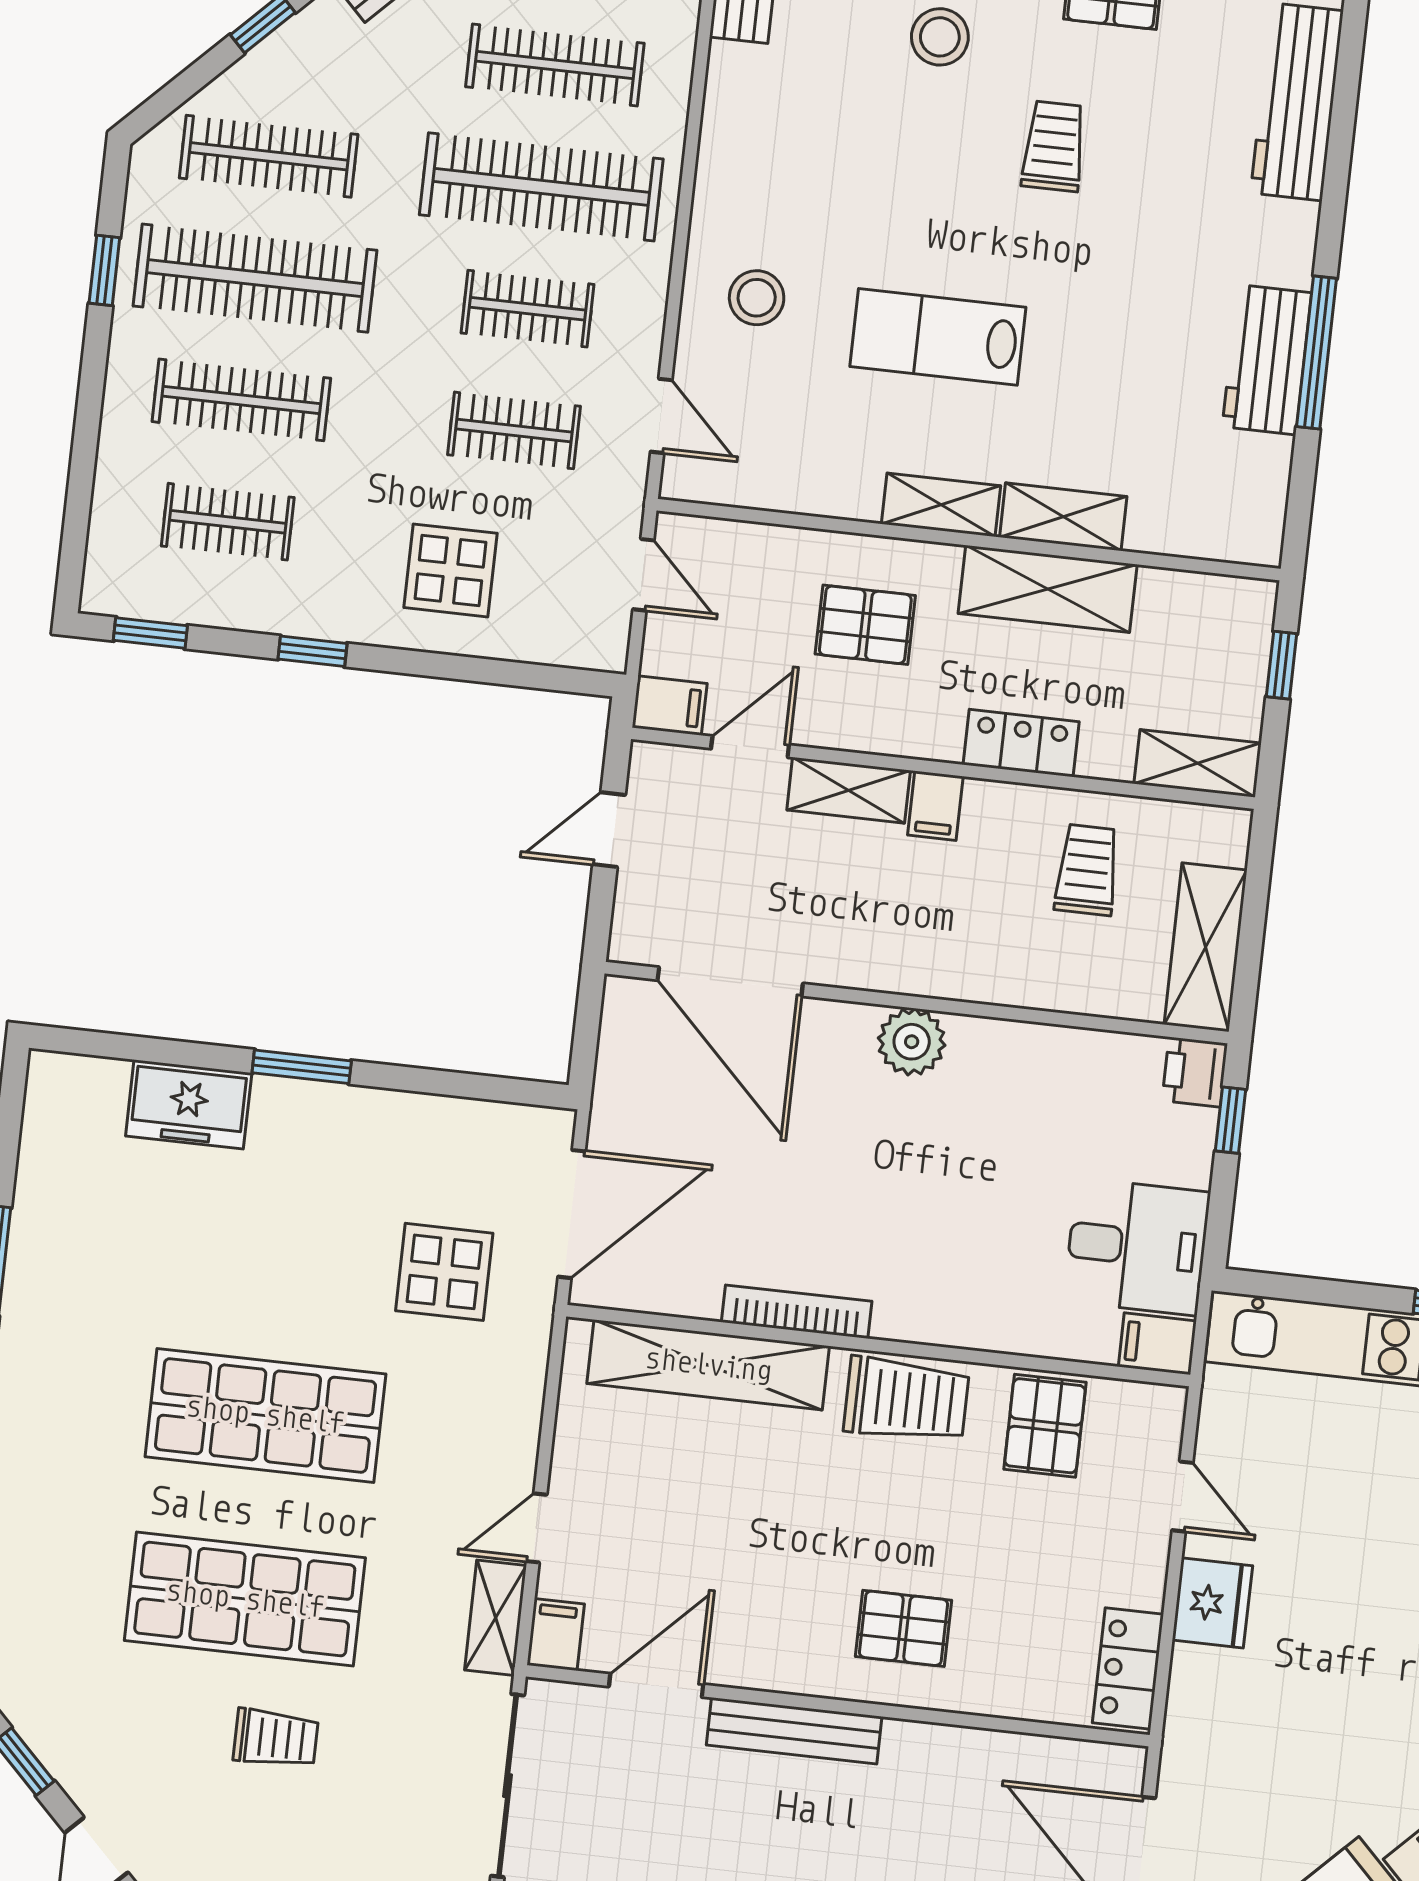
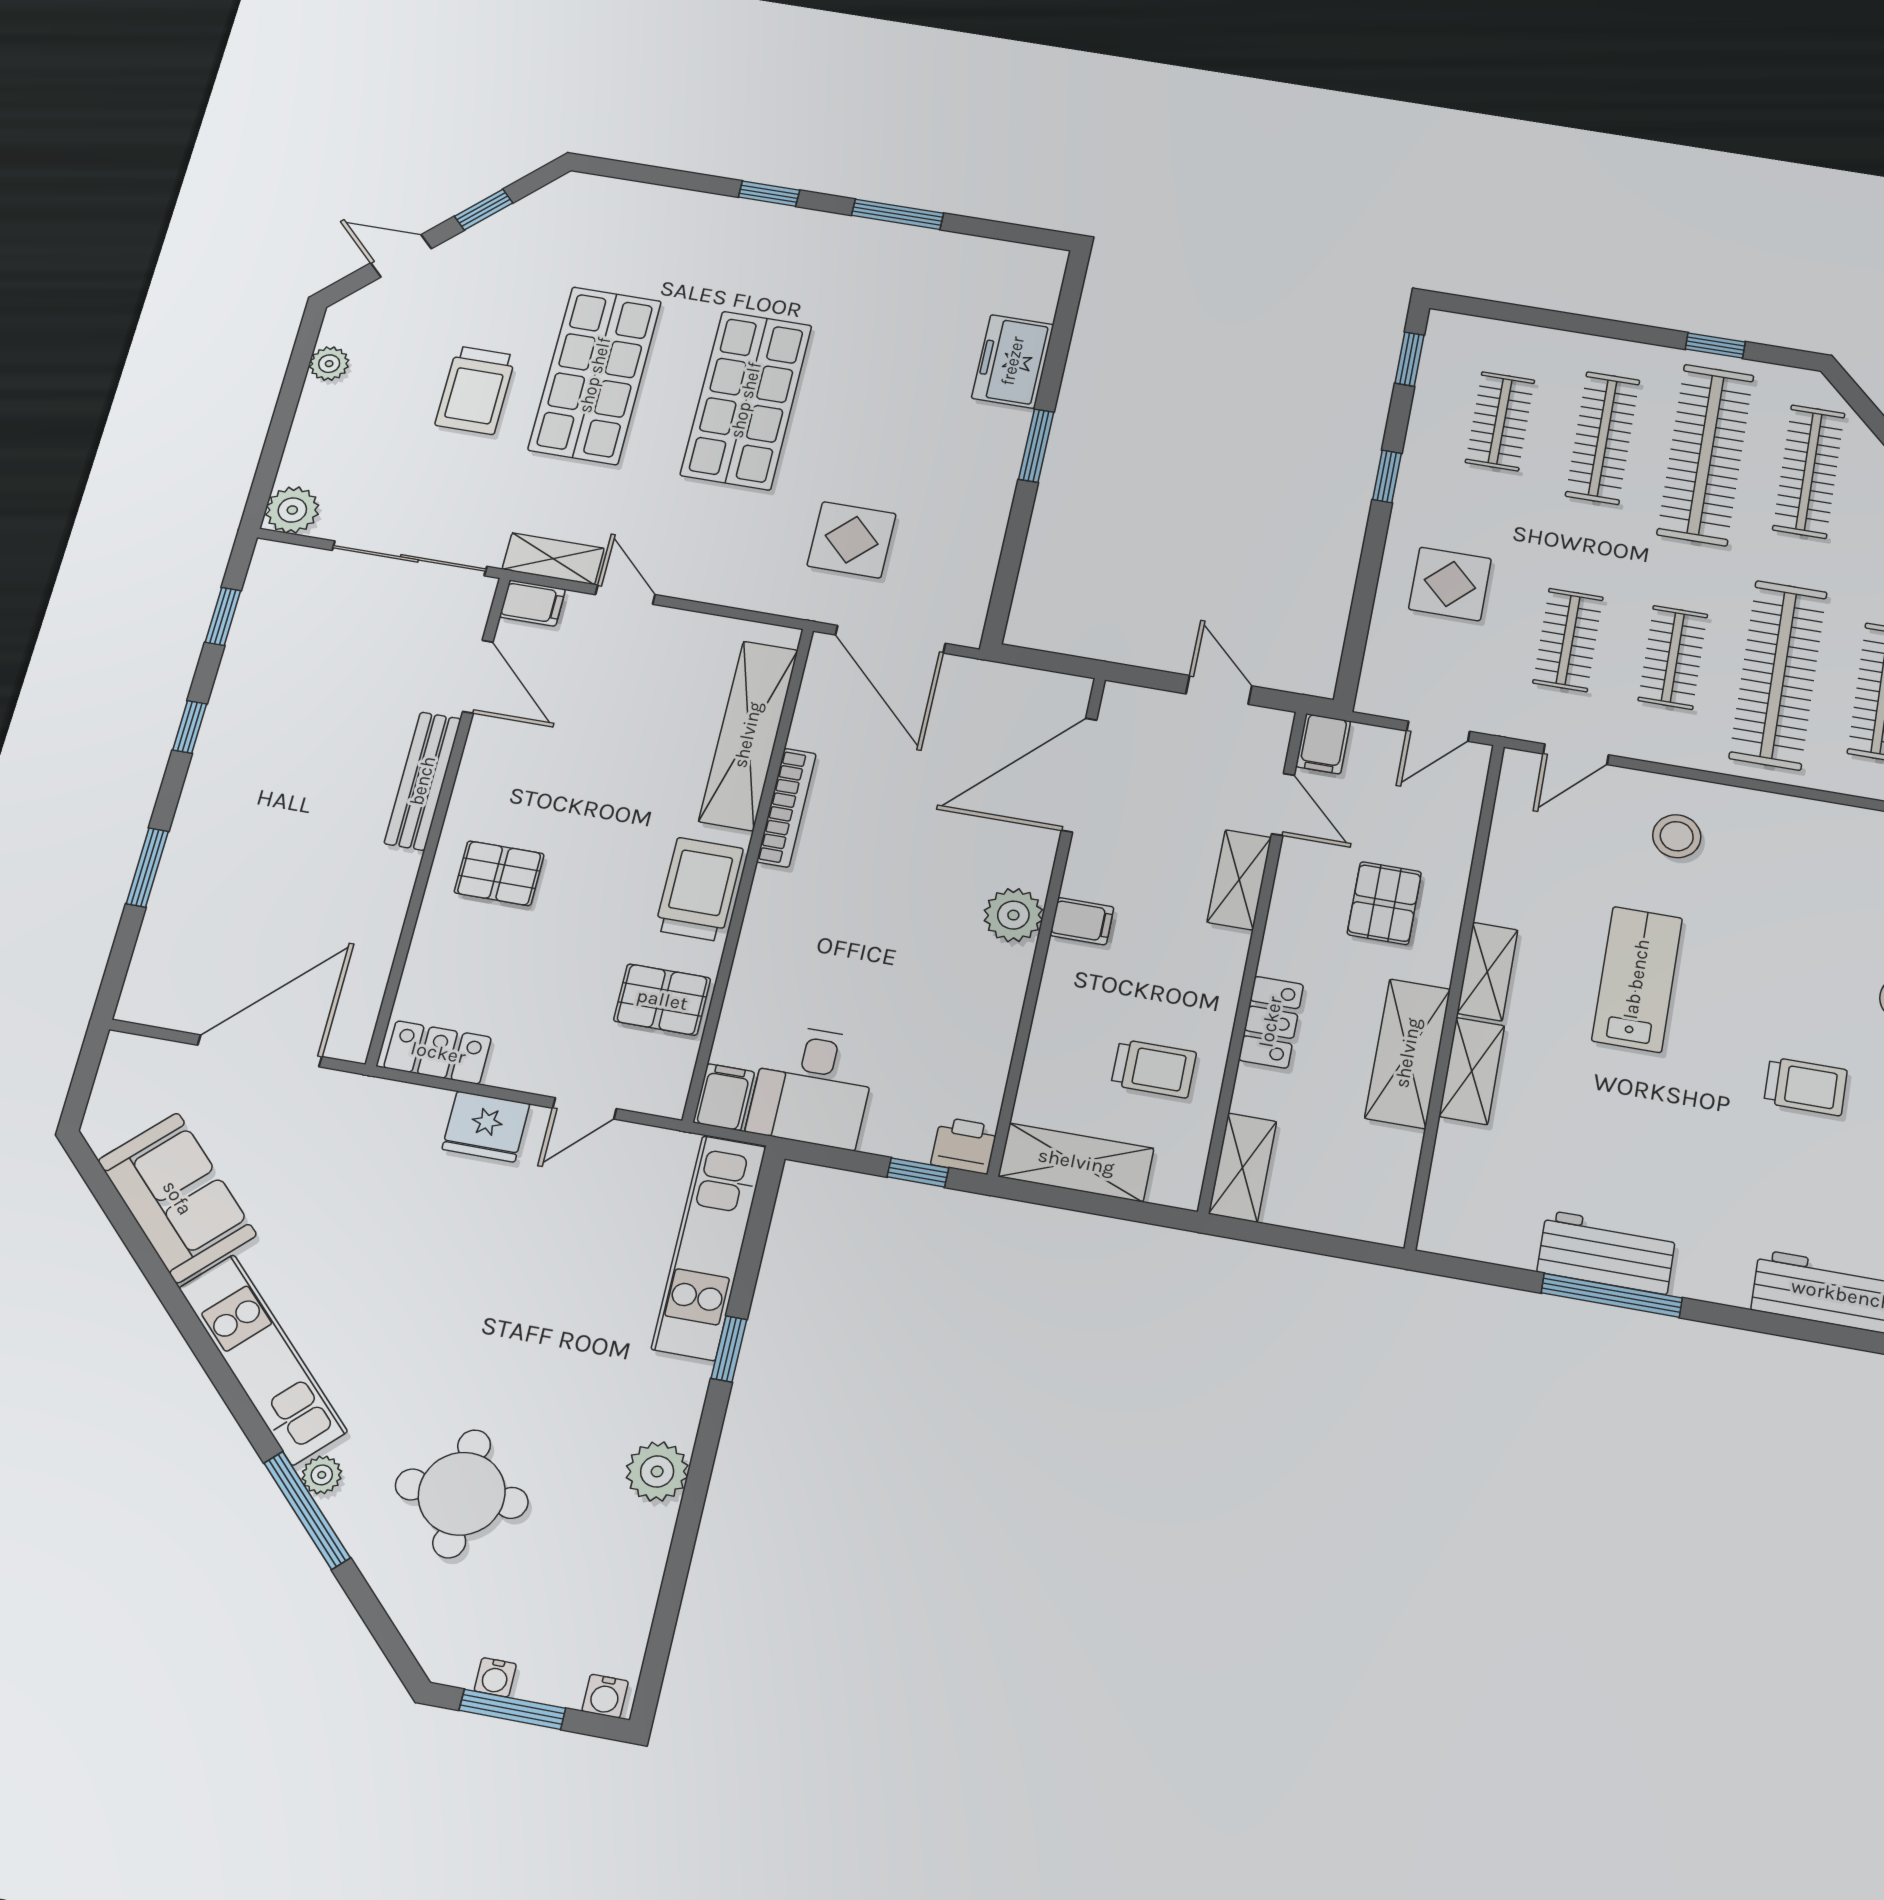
window: (1282, 665) -> (1327, 1245), removed
filing cabinet: (935, 806) -> (1082, 921), moved, turned 180
trolley: (906, 1400) -> (699, 889), turned 180
pallet: (903, 1628) -> (499, 873), turned 90
trolley: (276, 1738) -> (475, 390), width x1.36, depth x1.39

